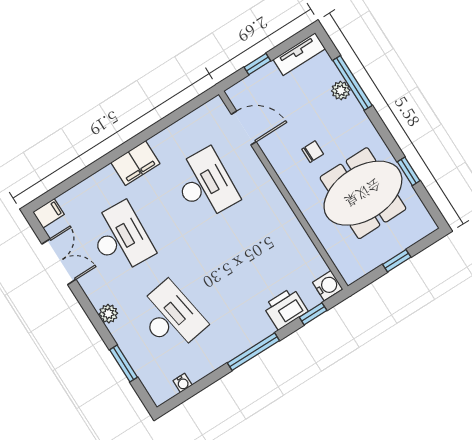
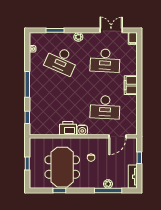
double door: (59, 262) -> (111, 30), swing flipped
water cooler: (328, 286) -> (82, 130), moved
printer: (285, 309) -> (68, 128), moved, turned -90
desk: (171, 317) -> (61, 61), turned 33

